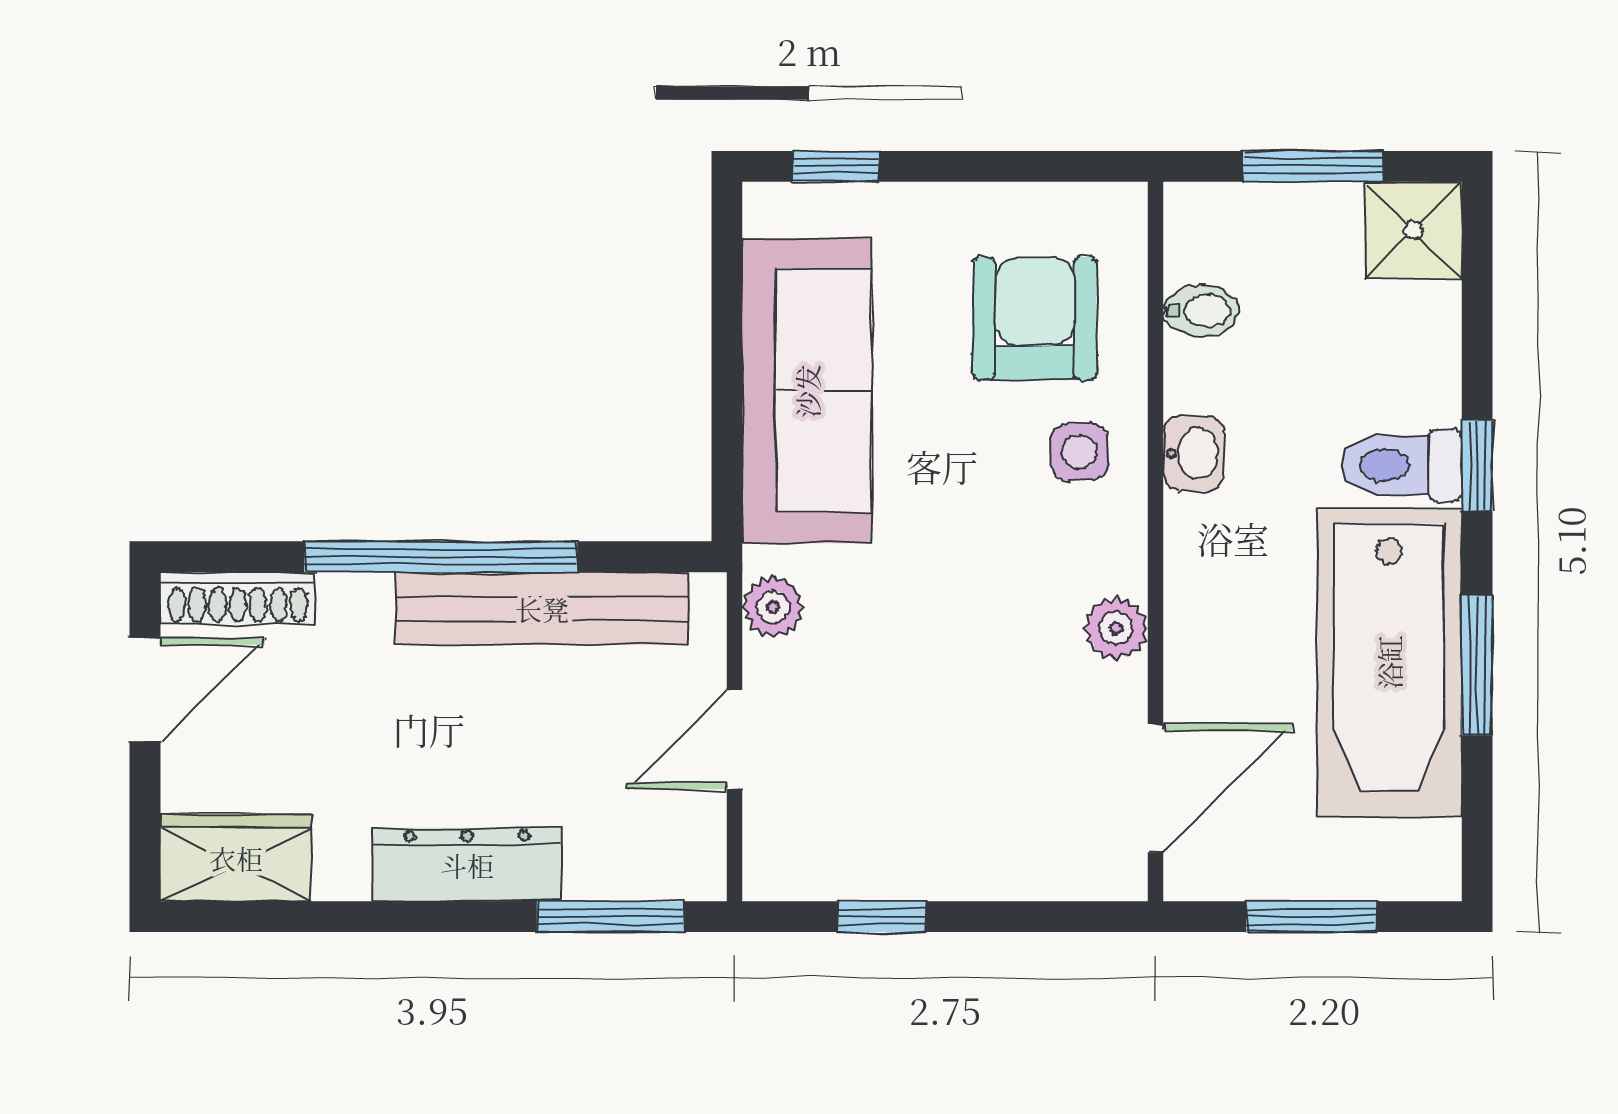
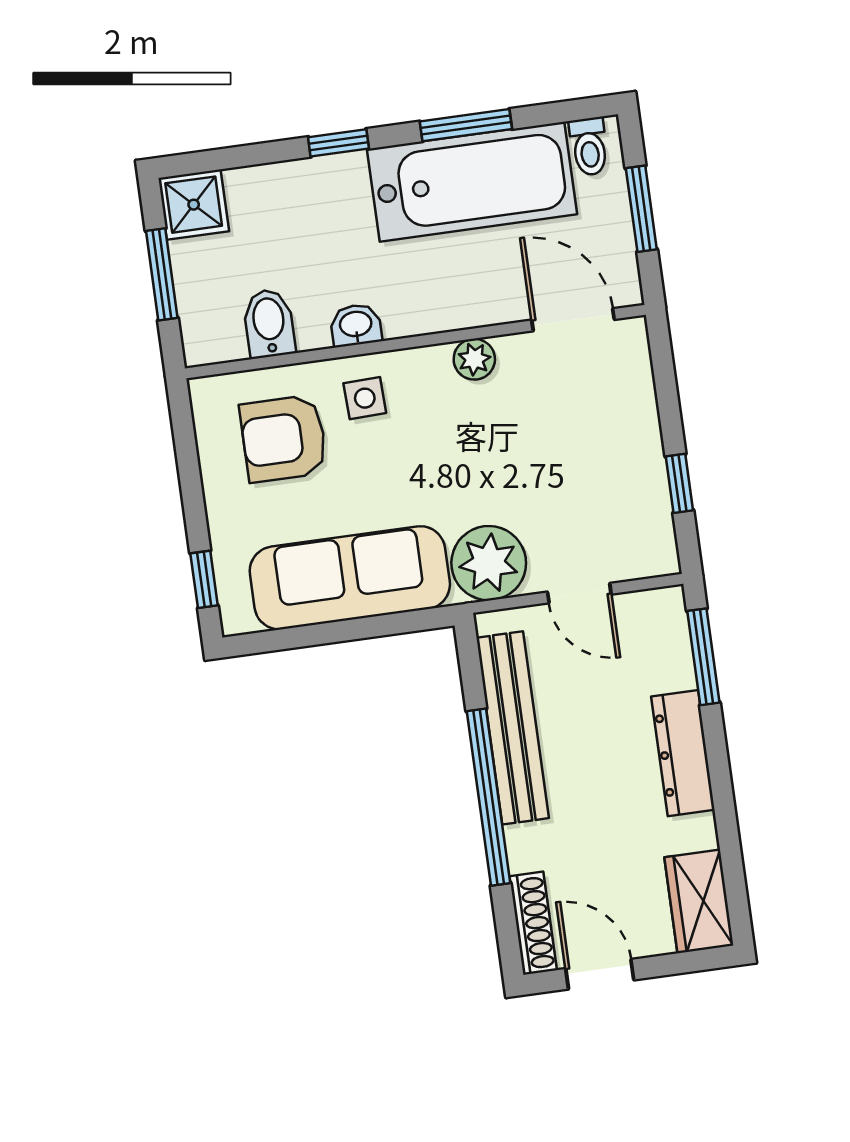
bidet: (1201, 311) -> (269, 323), width x1.38, depth x1.36
toilet: (1401, 465) -> (589, 147), moved, width x0.73, depth x0.72
plant: (773, 607) -> (489, 563), width x1.88, depth x1.88

